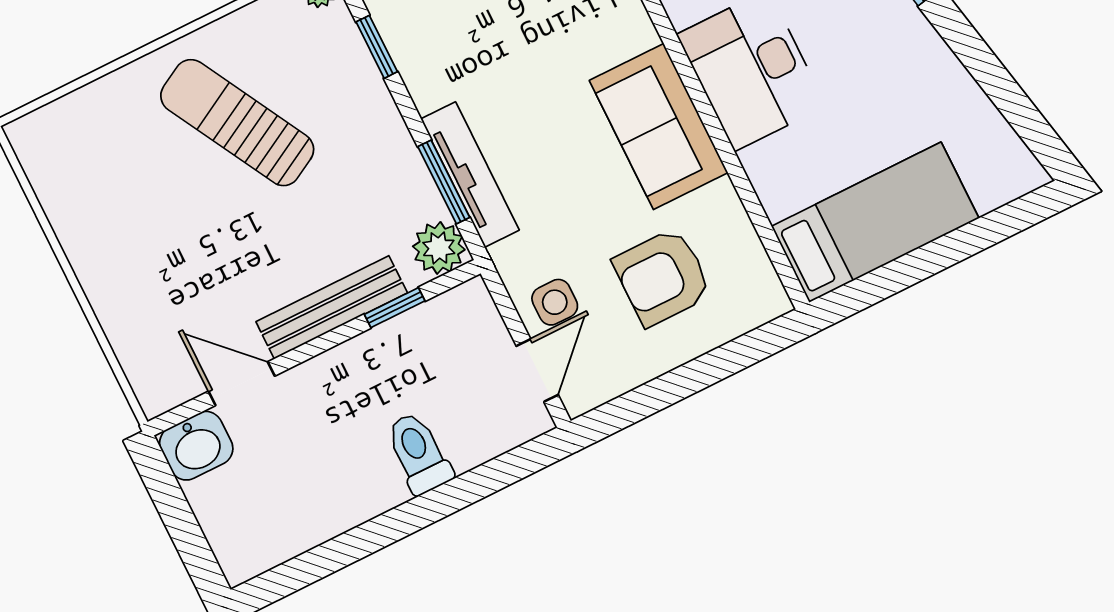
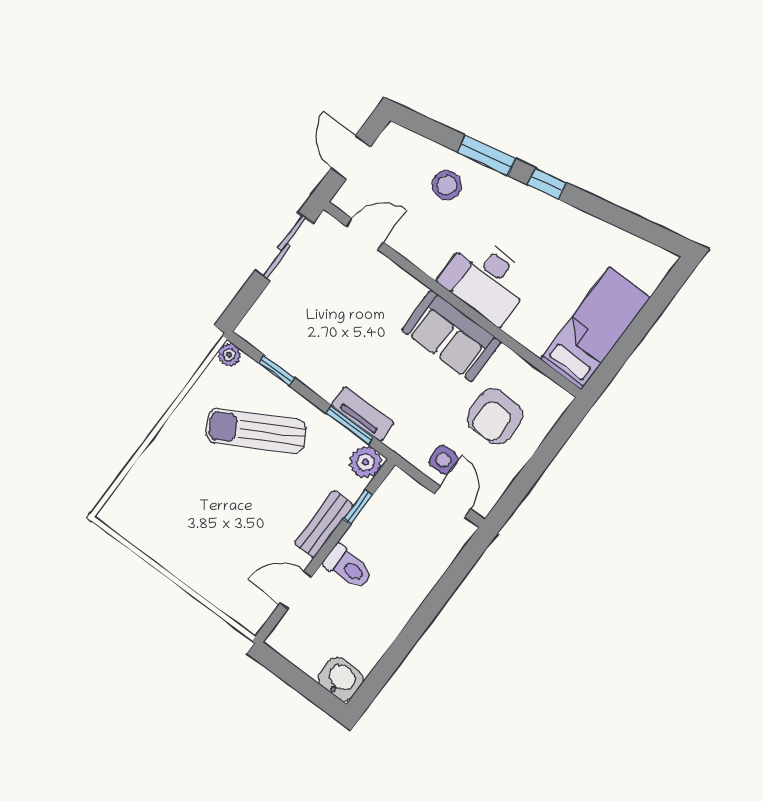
sun lounger: (237, 123) -> (256, 431), moved
tv unit: (470, 175) -> (362, 414), width x0.71
bench: (332, 307) -> (324, 524), width x0.73
washbasin: (196, 446) -> (341, 679), moved, turned -90
toilet: (419, 453) -> (348, 567), moved, turned 180

